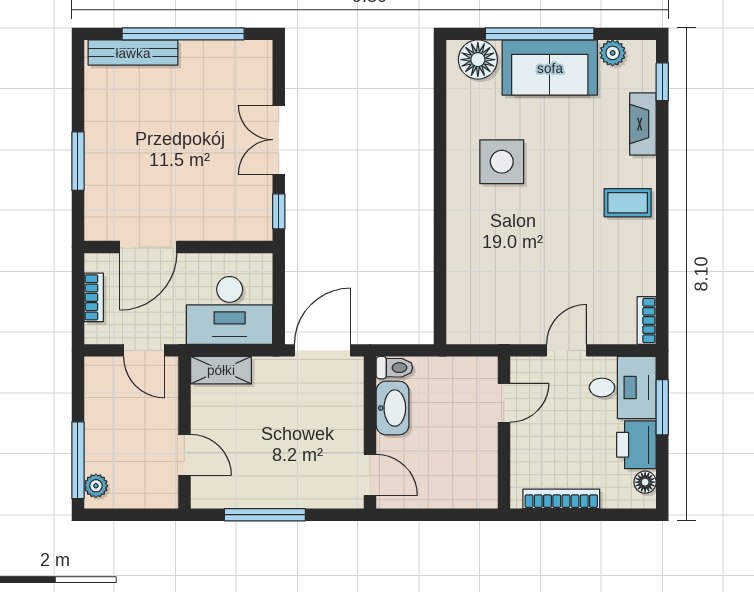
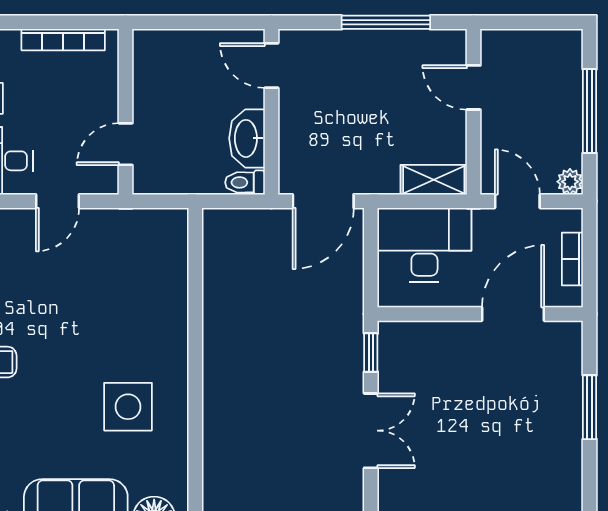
window: (78, 460) -> (590, 111), moved
plant: (96, 486) -> (570, 182), moved

